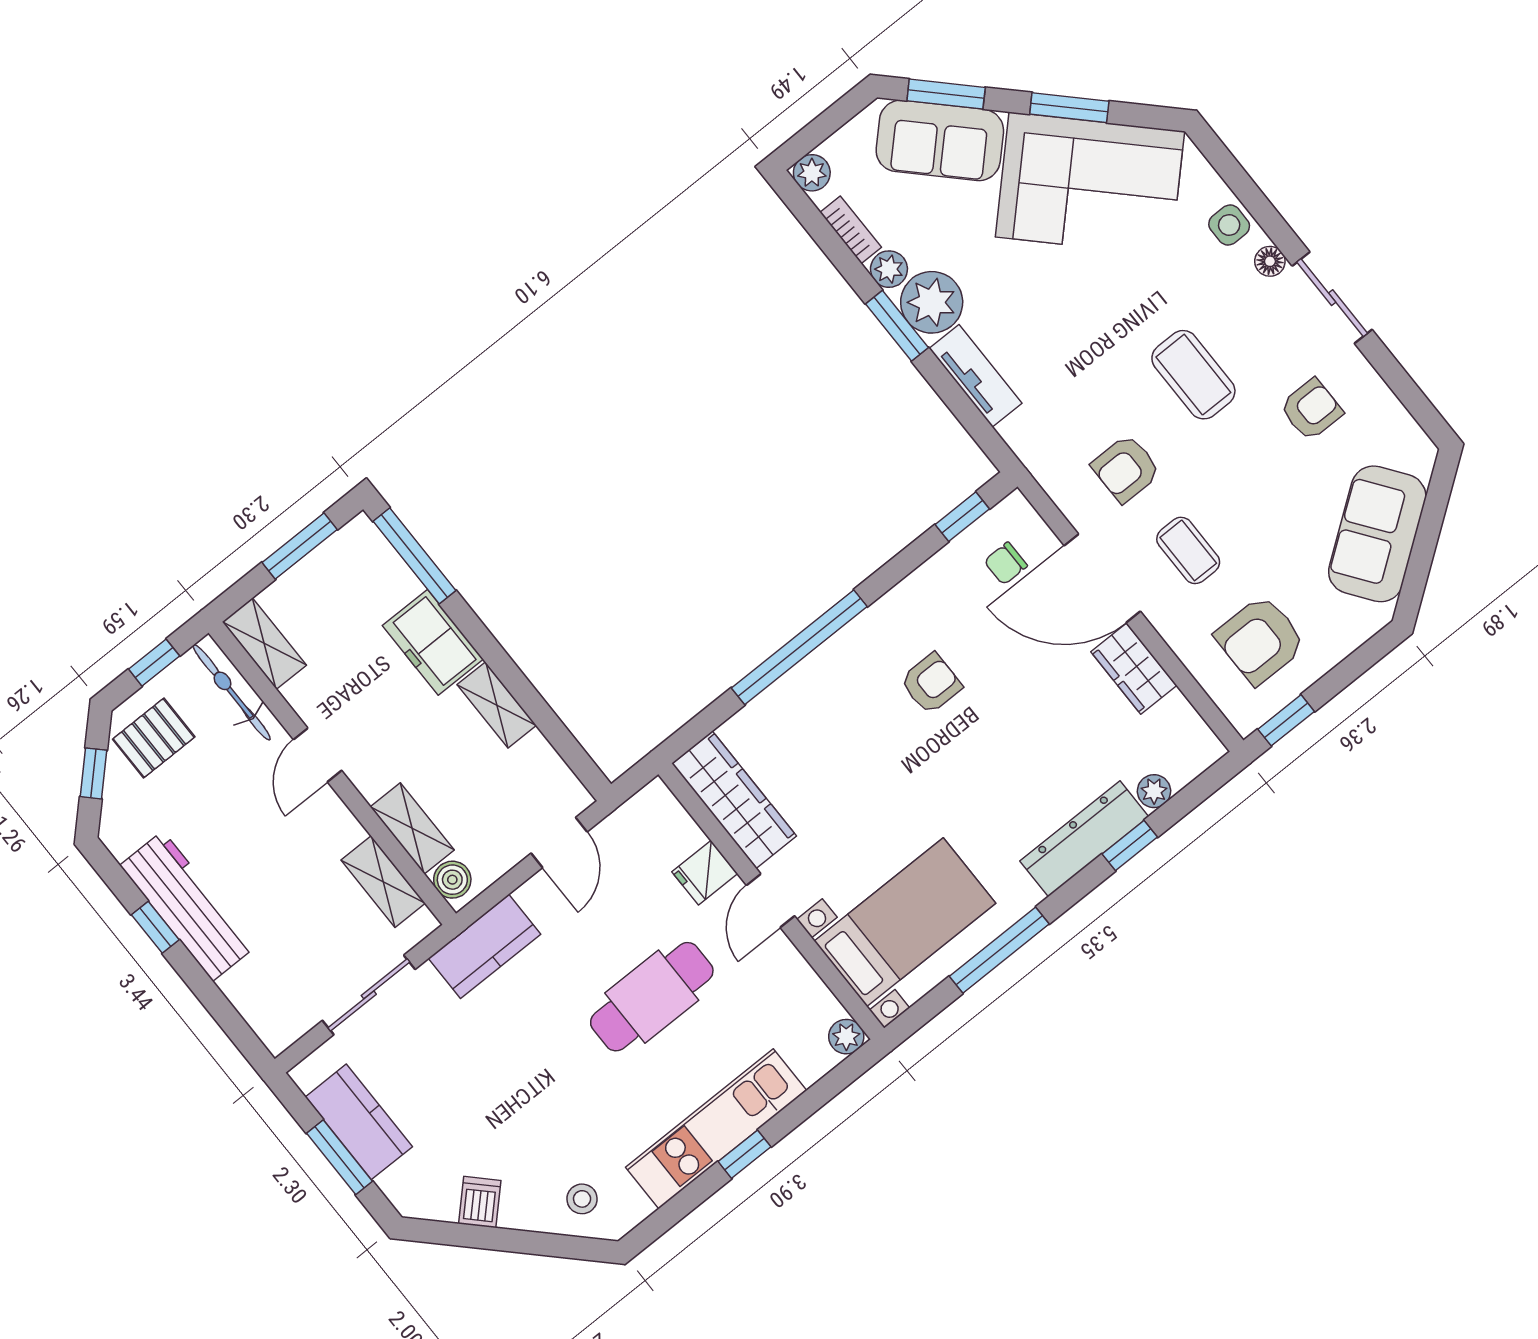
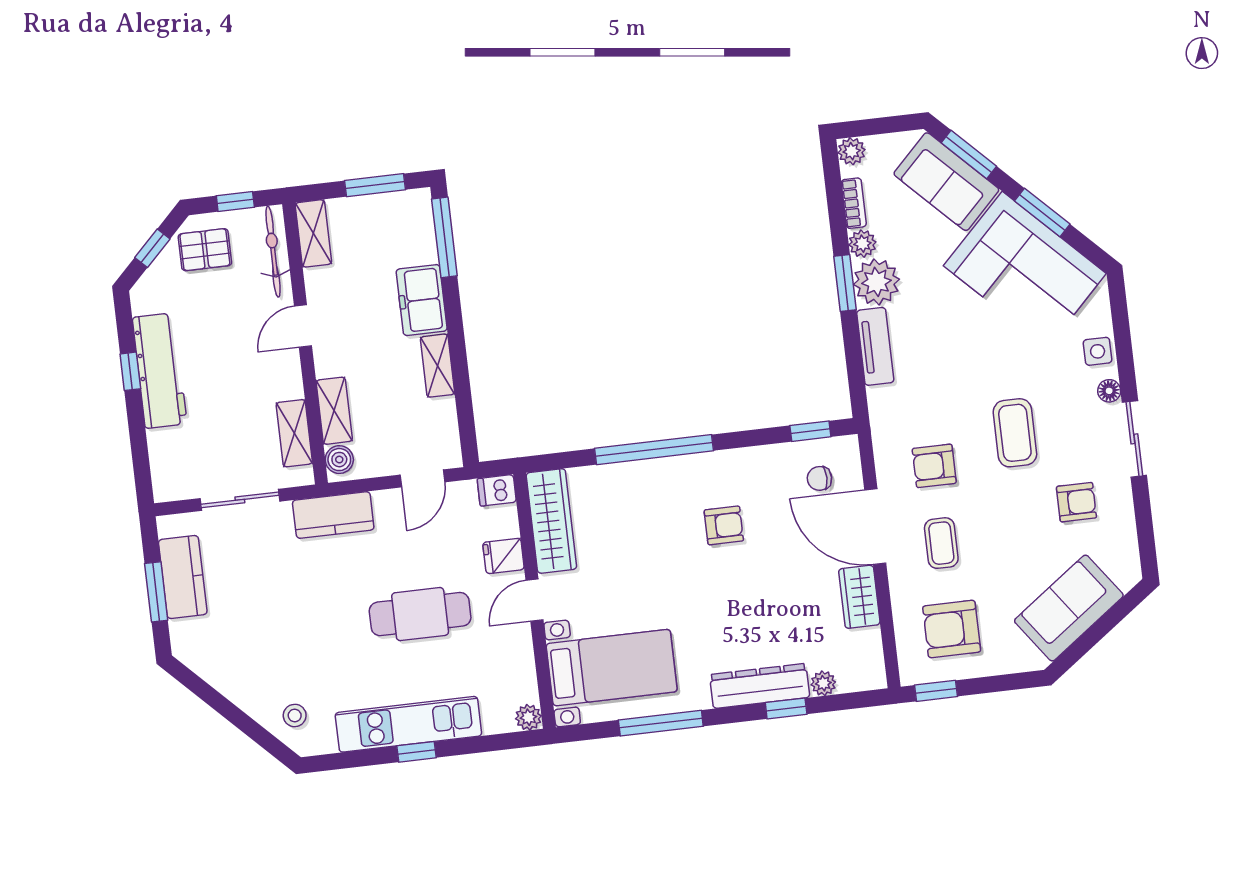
dishwasher: (480, 1202) -> (497, 490), moved, turned -135

